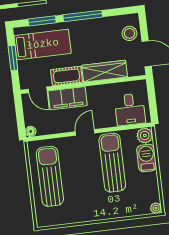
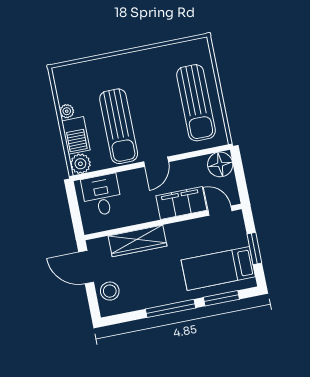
cot: (67, 76) -> (185, 231), removed
floor lamp: (31, 131) -> (220, 164), width x1.89, depth x1.89
plant: (156, 208) -> (67, 111), moved

